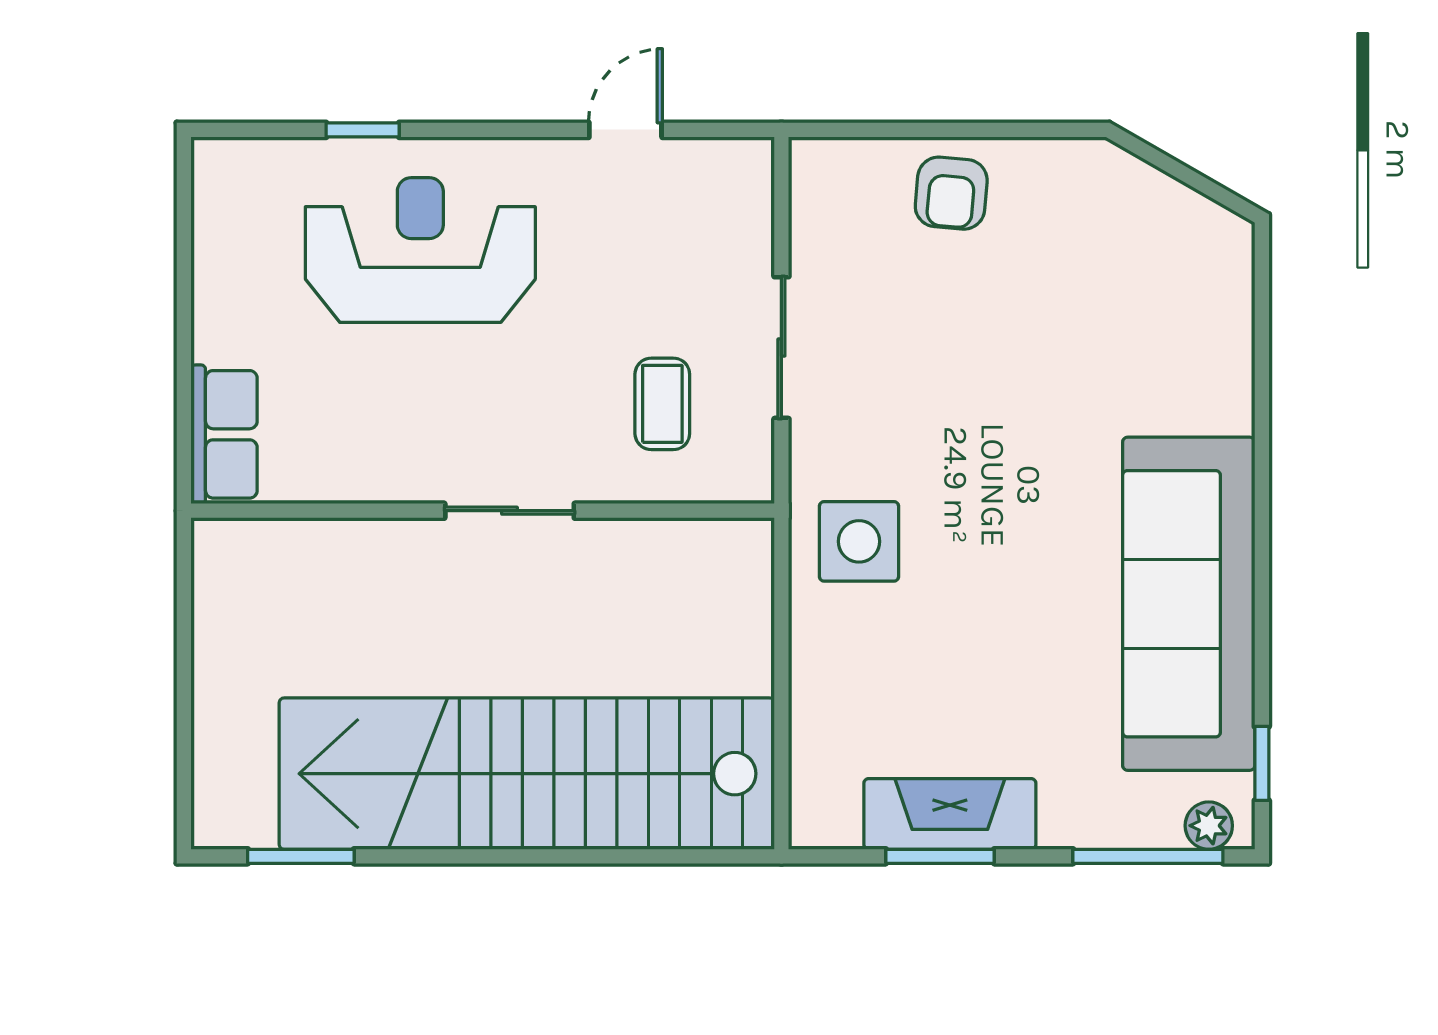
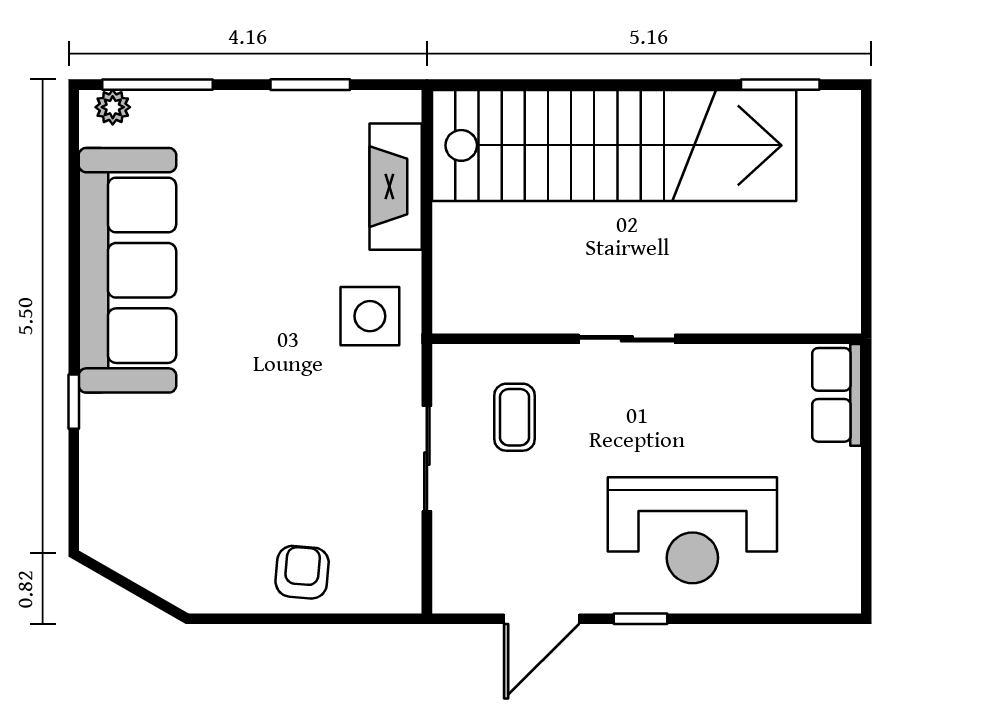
window: (363, 130) -> (641, 619), moved
door: (625, 130) -> (542, 619), width x1.38
window: (1262, 763) -> (74, 402), moved
fireplace: (950, 814) -> (396, 187), moved, turned 90

